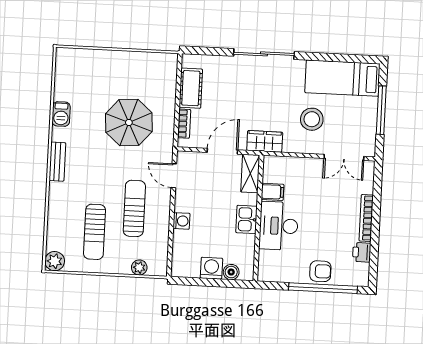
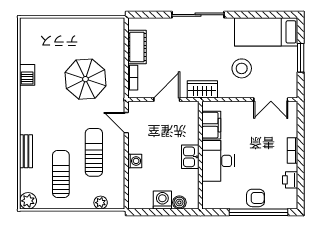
window: (381, 110) -> (301, 58), width x0.69
bench: (57, 162) -> (26, 151), moved
shelving: (250, 173) -> (191, 117), removed
filing cabinet: (273, 192) -> (211, 125), width x2.00
bookcase: (366, 218) -> (292, 150), width x0.64
sun lounger: (95, 232) -> (61, 174), turned 180

